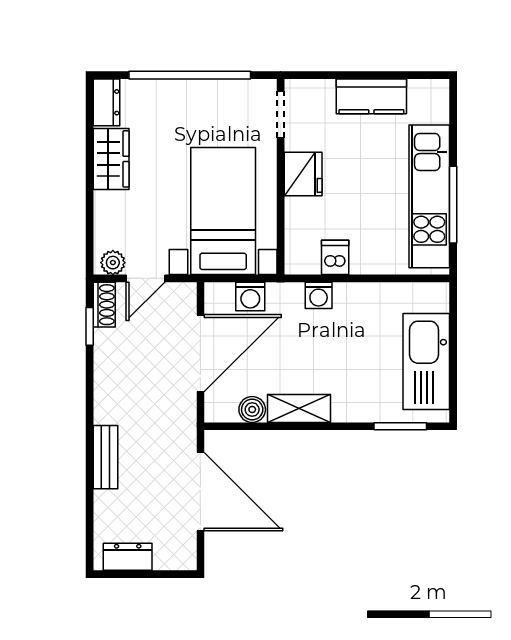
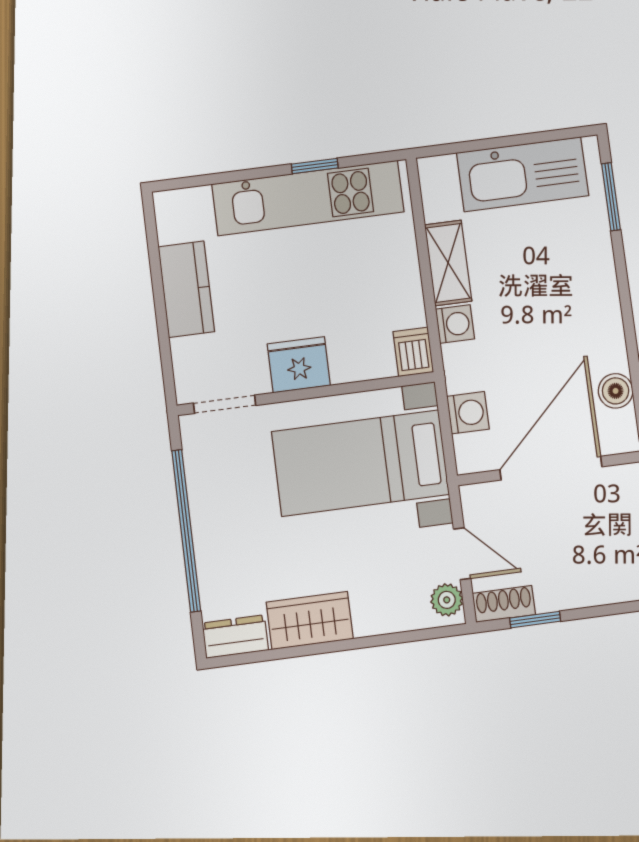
window: (453, 205) -> (315, 166), width x0.46
dishwasher: (335, 257) -> (413, 352), moved, turned 90
door: (200, 353) -> (551, 468), hinge flipped
shelving: (299, 408) -> (448, 263), moved

